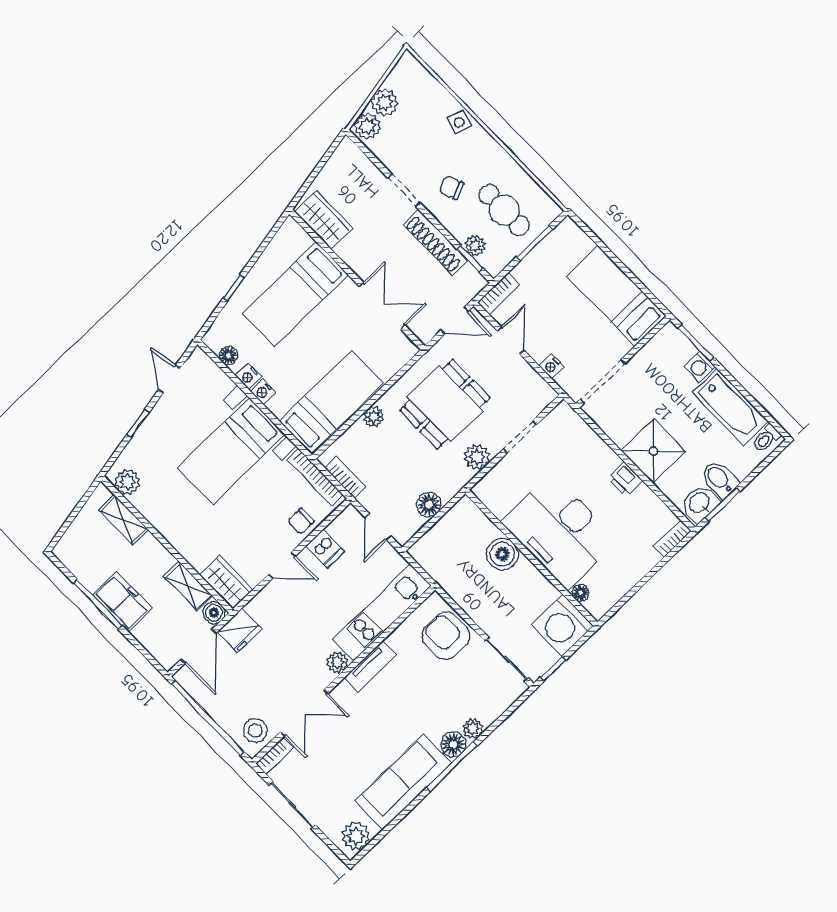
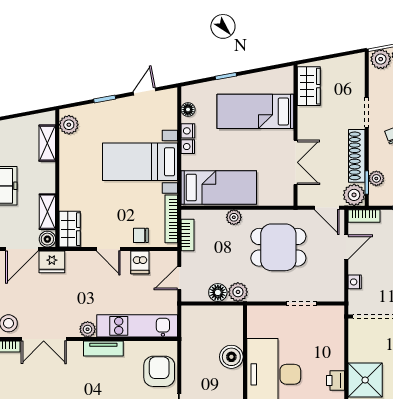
plant: (469, 282) -> (354, 195), added
plant: (477, 457) -> (238, 292), moved

